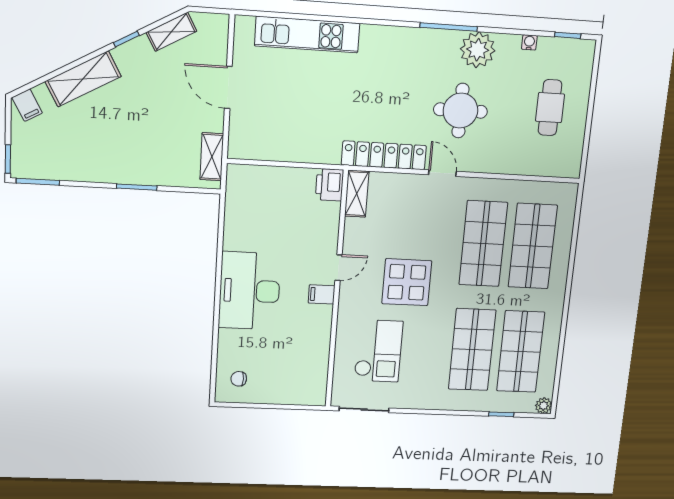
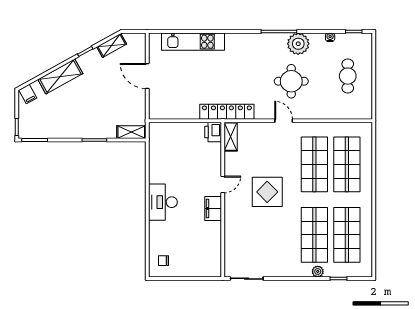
locker: (384, 155) -> (227, 112), moved
shelving: (212, 157) -> (131, 132), moved, turned 90
desk: (250, 291) -> (163, 202), width x0.73, depth x0.77
filing cabinet: (322, 294) -> (213, 208), width x2.00
checkout: (378, 351) -> (253, 238), removed
plant: (544, 406) -> (318, 272), moved

